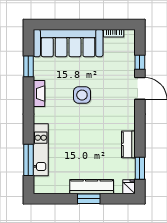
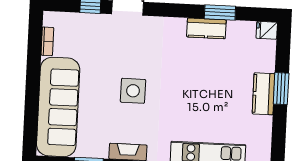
window: (140, 168) -> (220, 12), moved
kitchen counter: (92, 187) -> (264, 94), width x0.67

